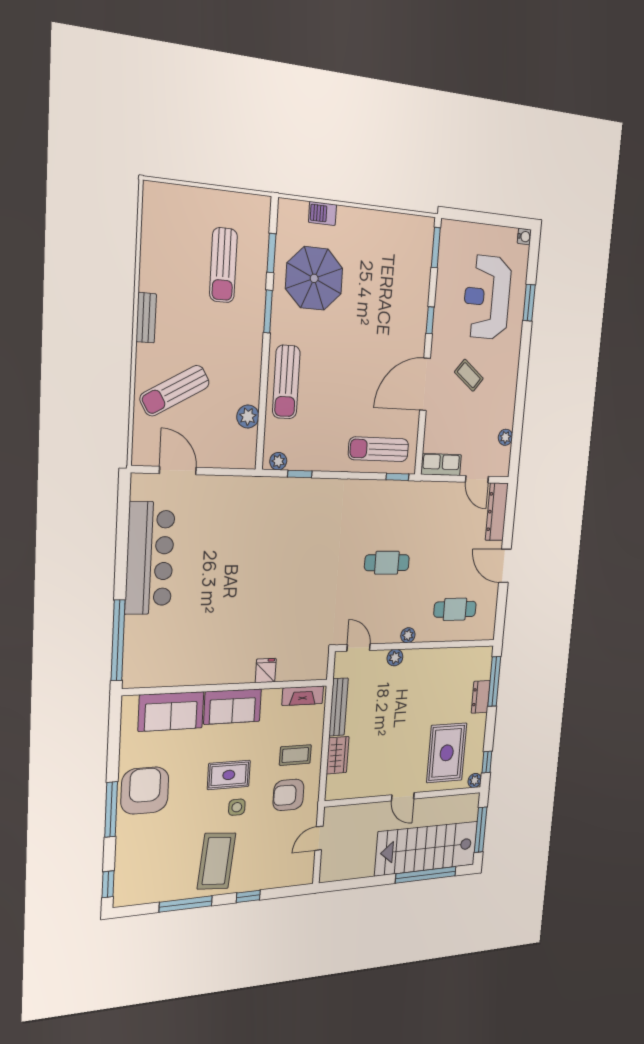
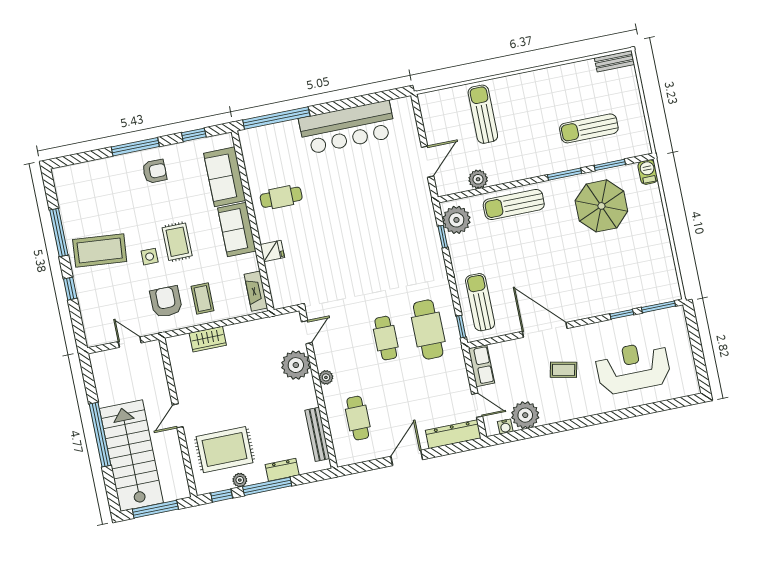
barbecue: (323, 213) -> (648, 172), moved
water cooler: (524, 237) -> (505, 427), moved
window: (529, 303) -> (641, 410), removed
bench: (146, 318) -> (614, 61), moved
window: (430, 320) -> (622, 314), moved
coffee table: (469, 375) -> (564, 370), turned 64
sun lounger: (175, 391) -> (483, 114), turned 30
plant: (505, 437) -> (525, 415), width x1.87, depth x1.87
plant: (278, 461) -> (456, 220), width x1.88, depth x1.88
door: (178, 470) -> (428, 162), moved
door: (477, 479) -> (477, 405), swing flipped
cafe table: (391, 514) -> (428, 329), added
cafe table: (210, 650) -> (281, 197), added
plant: (395, 658) -> (296, 365), width x1.87, depth x1.87
window: (494, 681) -> (267, 486), moved
bench: (338, 707) -> (317, 434), moved, turned 90
plant: (475, 780) -> (240, 480), moved
armchair: (145, 791) -> (155, 171), width x0.53, depth x0.53
window: (426, 875) -> (100, 435), moved
window: (108, 884) -> (194, 135), moved

